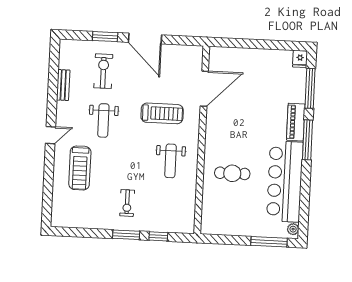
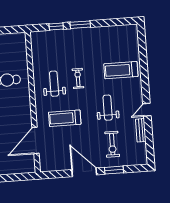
door: (51, 135) -> (147, 110), moved
treadmill: (80, 168) -> (121, 70), turned -90
exercise bike: (127, 203) -> (78, 78), moved

